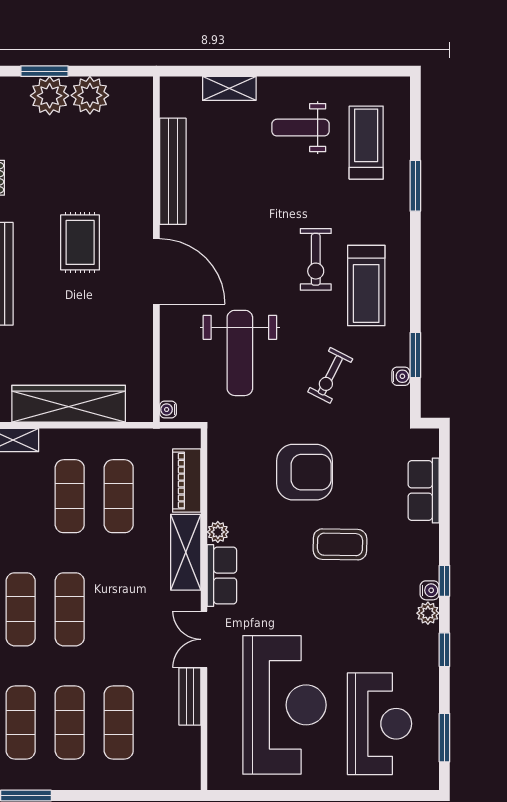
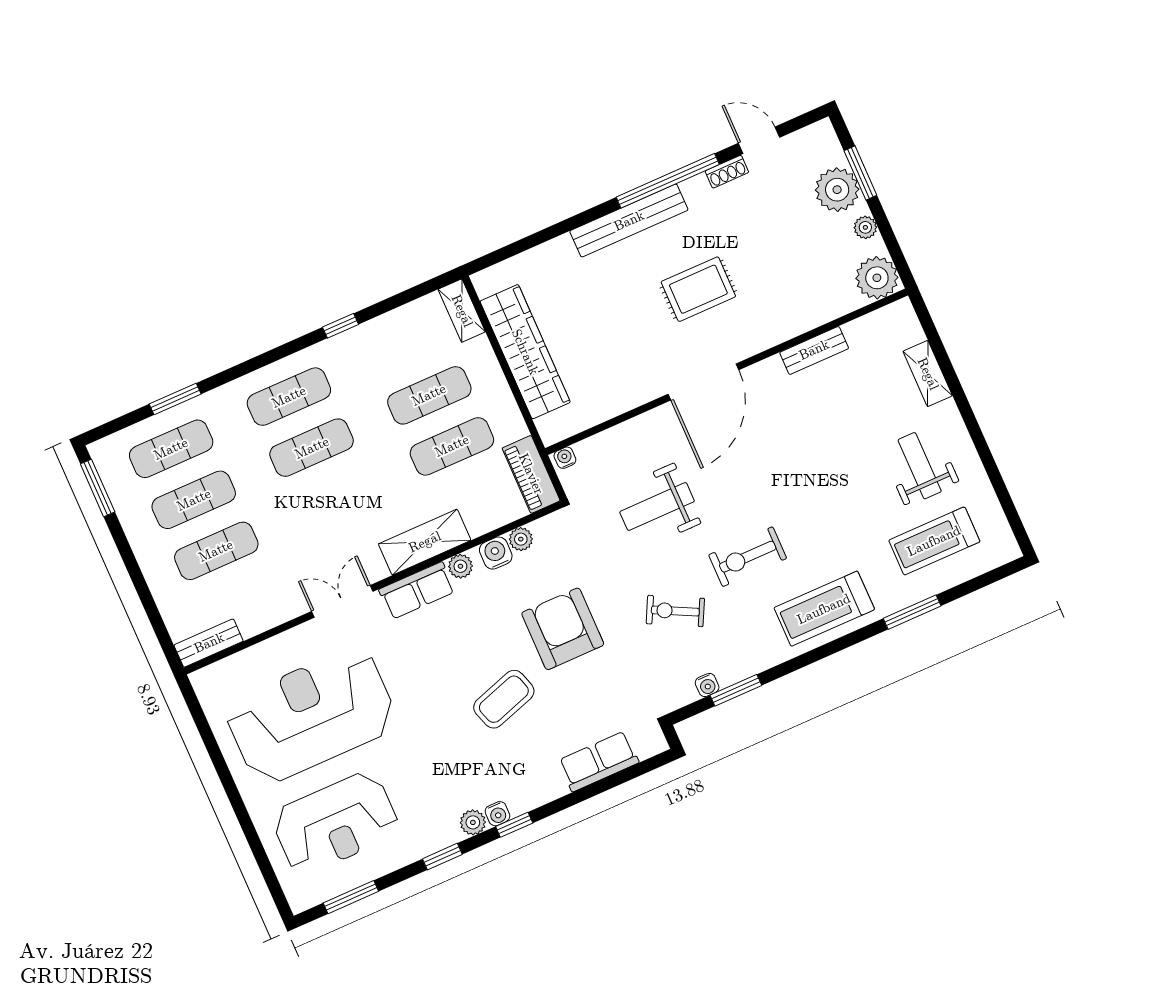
plant: (90, 95) -> (865, 227), width x0.53, depth x0.53
plant: (134, 95) -> (877, 278), added
treadmill: (366, 143) -> (934, 541), turned 180
bench: (173, 171) -> (814, 350), width x0.54, depth x0.82
exercise bike: (316, 259) -> (748, 557), moved
treadmill: (366, 286) -> (824, 609), moved
weight bench: (240, 353) -> (657, 507), width x0.73, depth x0.75
armchair: (304, 472) -> (563, 629), turned 180
plant: (218, 474) -> (521, 539), added
piano: (187, 481) -> (531, 474), moved, turned -90
water cooler: (220, 499) -> (496, 553), added
coffee table: (340, 544) -> (504, 699), turned 71
bench: (190, 696) -> (209, 643), moved
reception desk: (284, 705) -> (311, 715), turned 180

